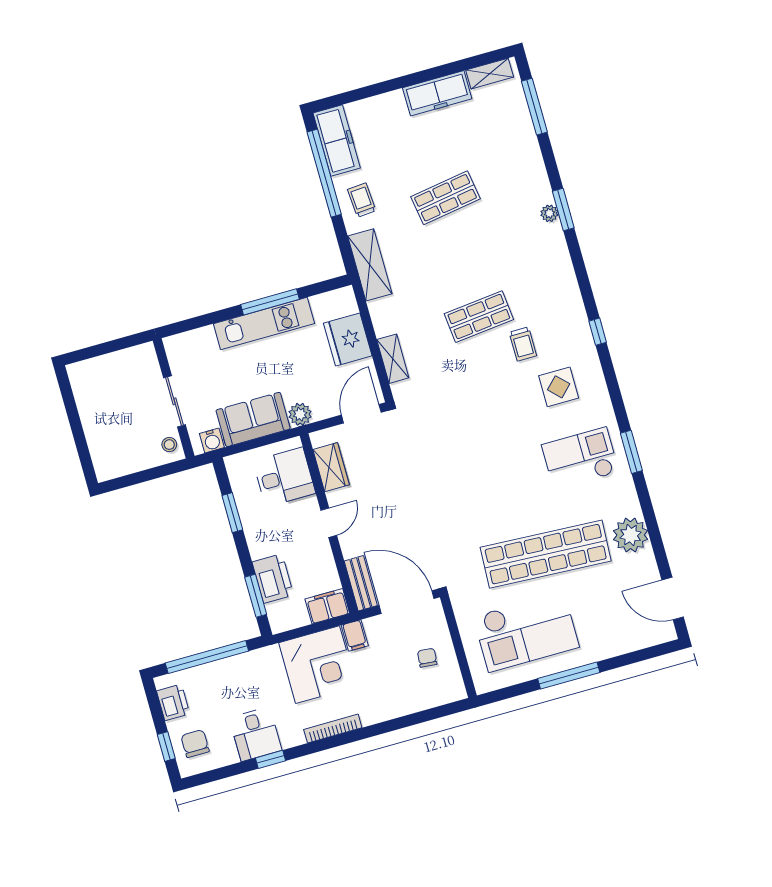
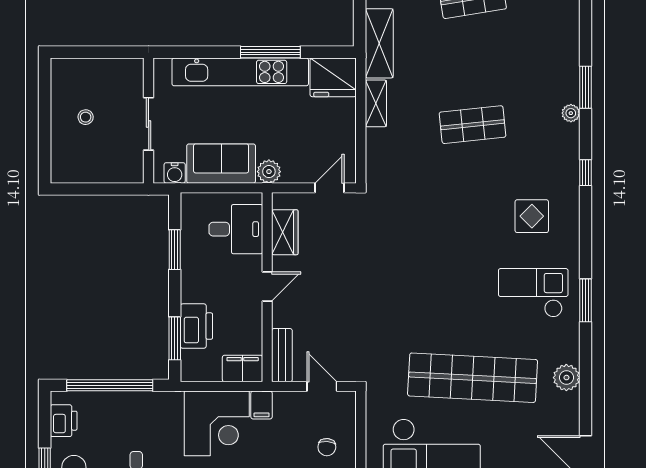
window: (563, 210) -> (586, 87), moved
plant: (549, 213) -> (571, 113), moved
kitchen unit: (264, 324) -> (240, 72), width x1.36
fridge: (348, 340) -> (333, 77), moved, turned -90
trolley: (523, 344) -> (508, 164), removed
shelving: (393, 359) -> (376, 103), moved
door: (361, 414) -> (329, 188), width x0.73
stool: (169, 445) -> (86, 117), moved
plant: (631, 535) -> (566, 378), width x0.73, depth x0.73
door: (407, 602) -> (322, 386), width x0.53
chair: (427, 658) -> (327, 447), turned 180

